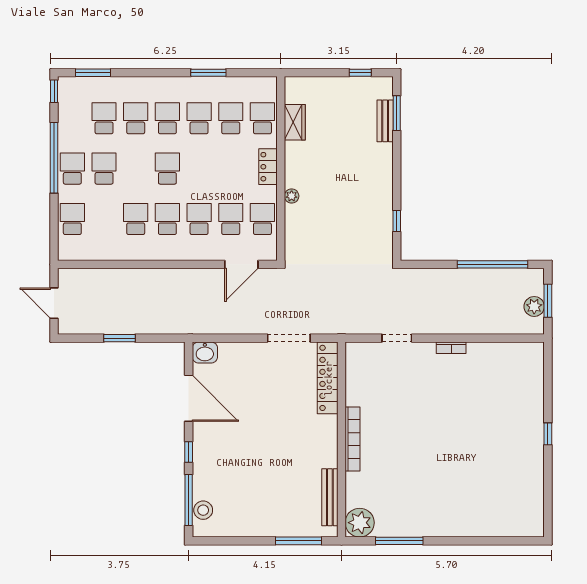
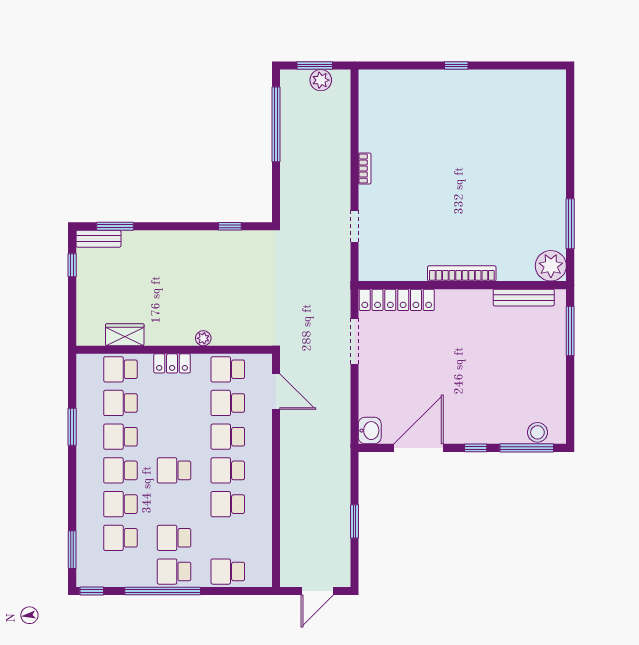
bench: (385, 121) -> (98, 239), moved

